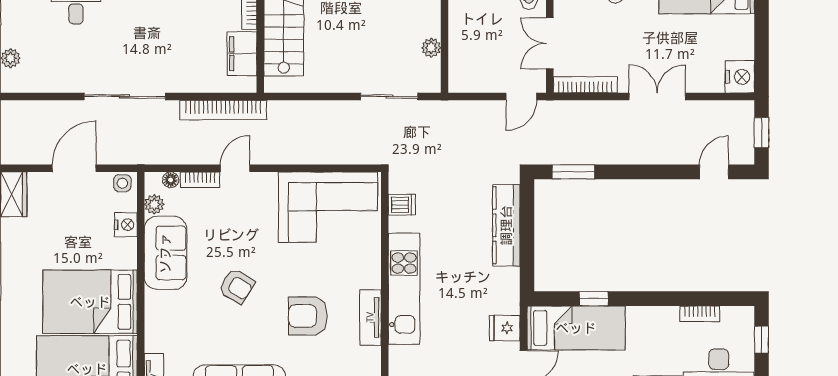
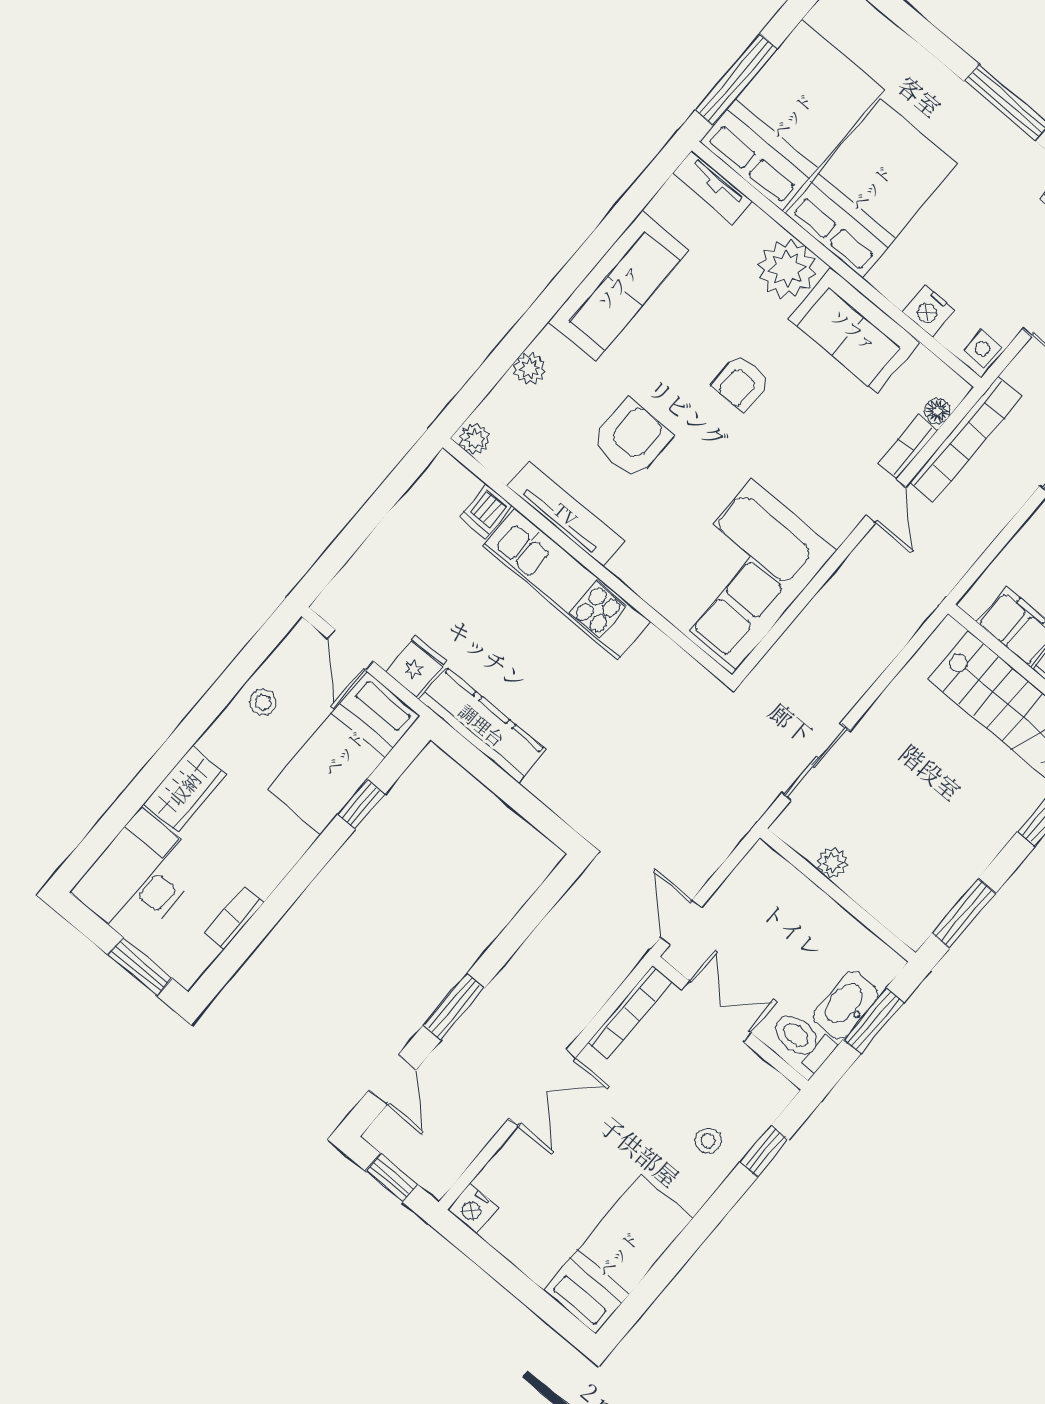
nightstand: (740, 77) -> (473, 1209), width x0.74, depth x0.75
bookcase: (223, 110) -> (966, 439), moved, turned 180
window: (573, 172) -> (454, 1007), moved
plant: (154, 204) -> (787, 269), moved, width x1.87, depth x1.87
dishwasher: (402, 205) -> (486, 511), moved
kitchen counter: (506, 225) -> (482, 725), moved
armchair: (237, 286) -> (741, 383), turned -32
tv unit: (370, 317) -> (566, 514), width x1.41
window: (762, 340) -> (140, 967), width x1.50

